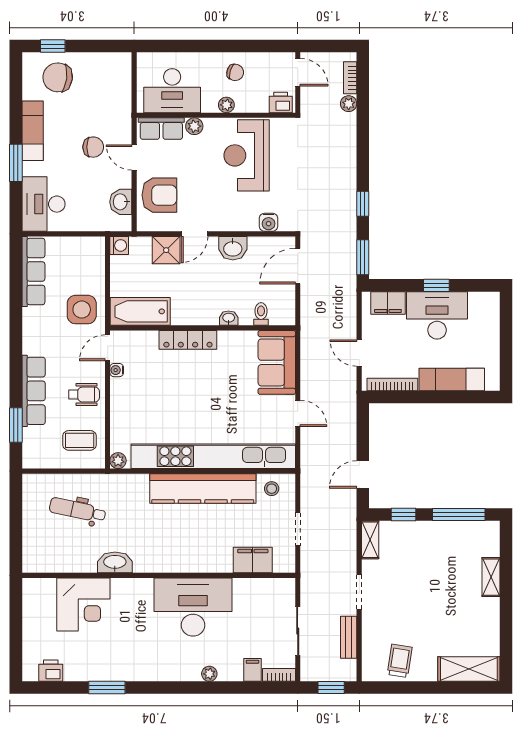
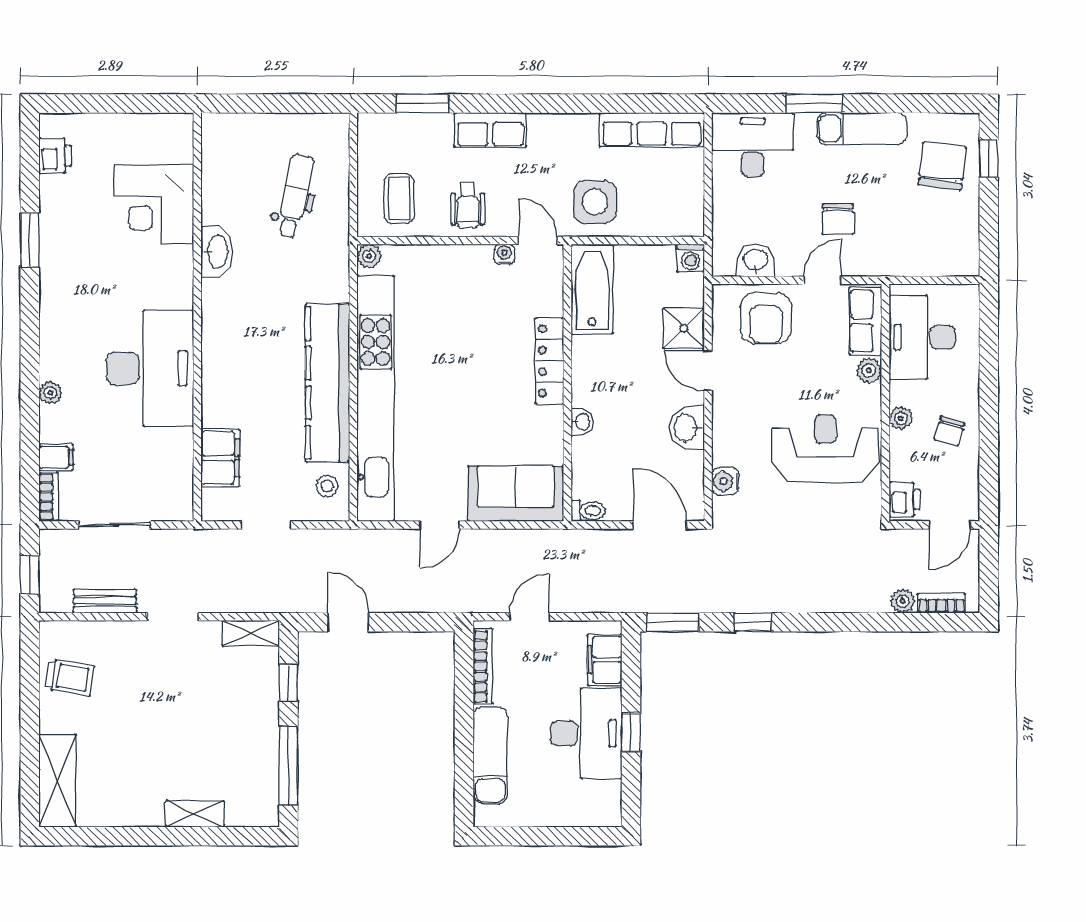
toilet: (261, 314) -> (588, 511), moved
row of seats: (34, 391) -> (491, 130), width x0.68

